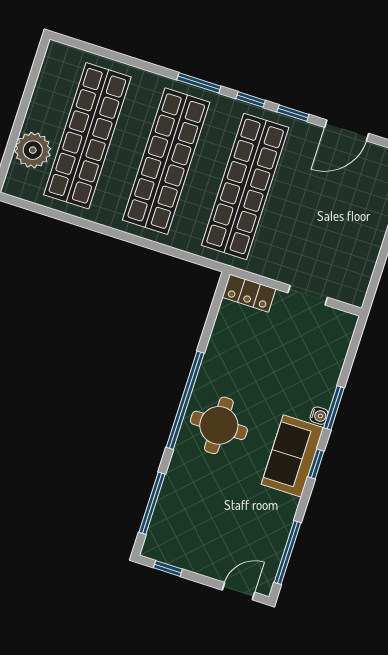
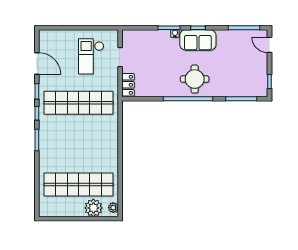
shop shelf: (166, 161) -> (79, 144), removed
plant: (21, 188) -> (113, 208), added
checkout: (327, 239) -> (91, 56), added

